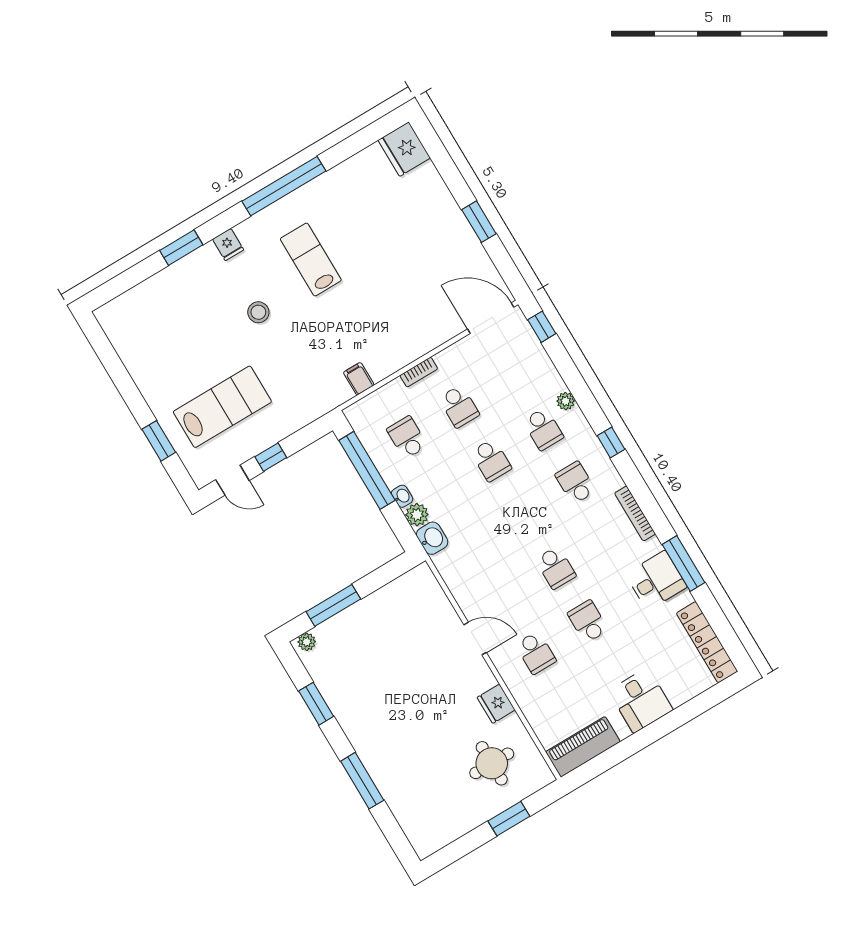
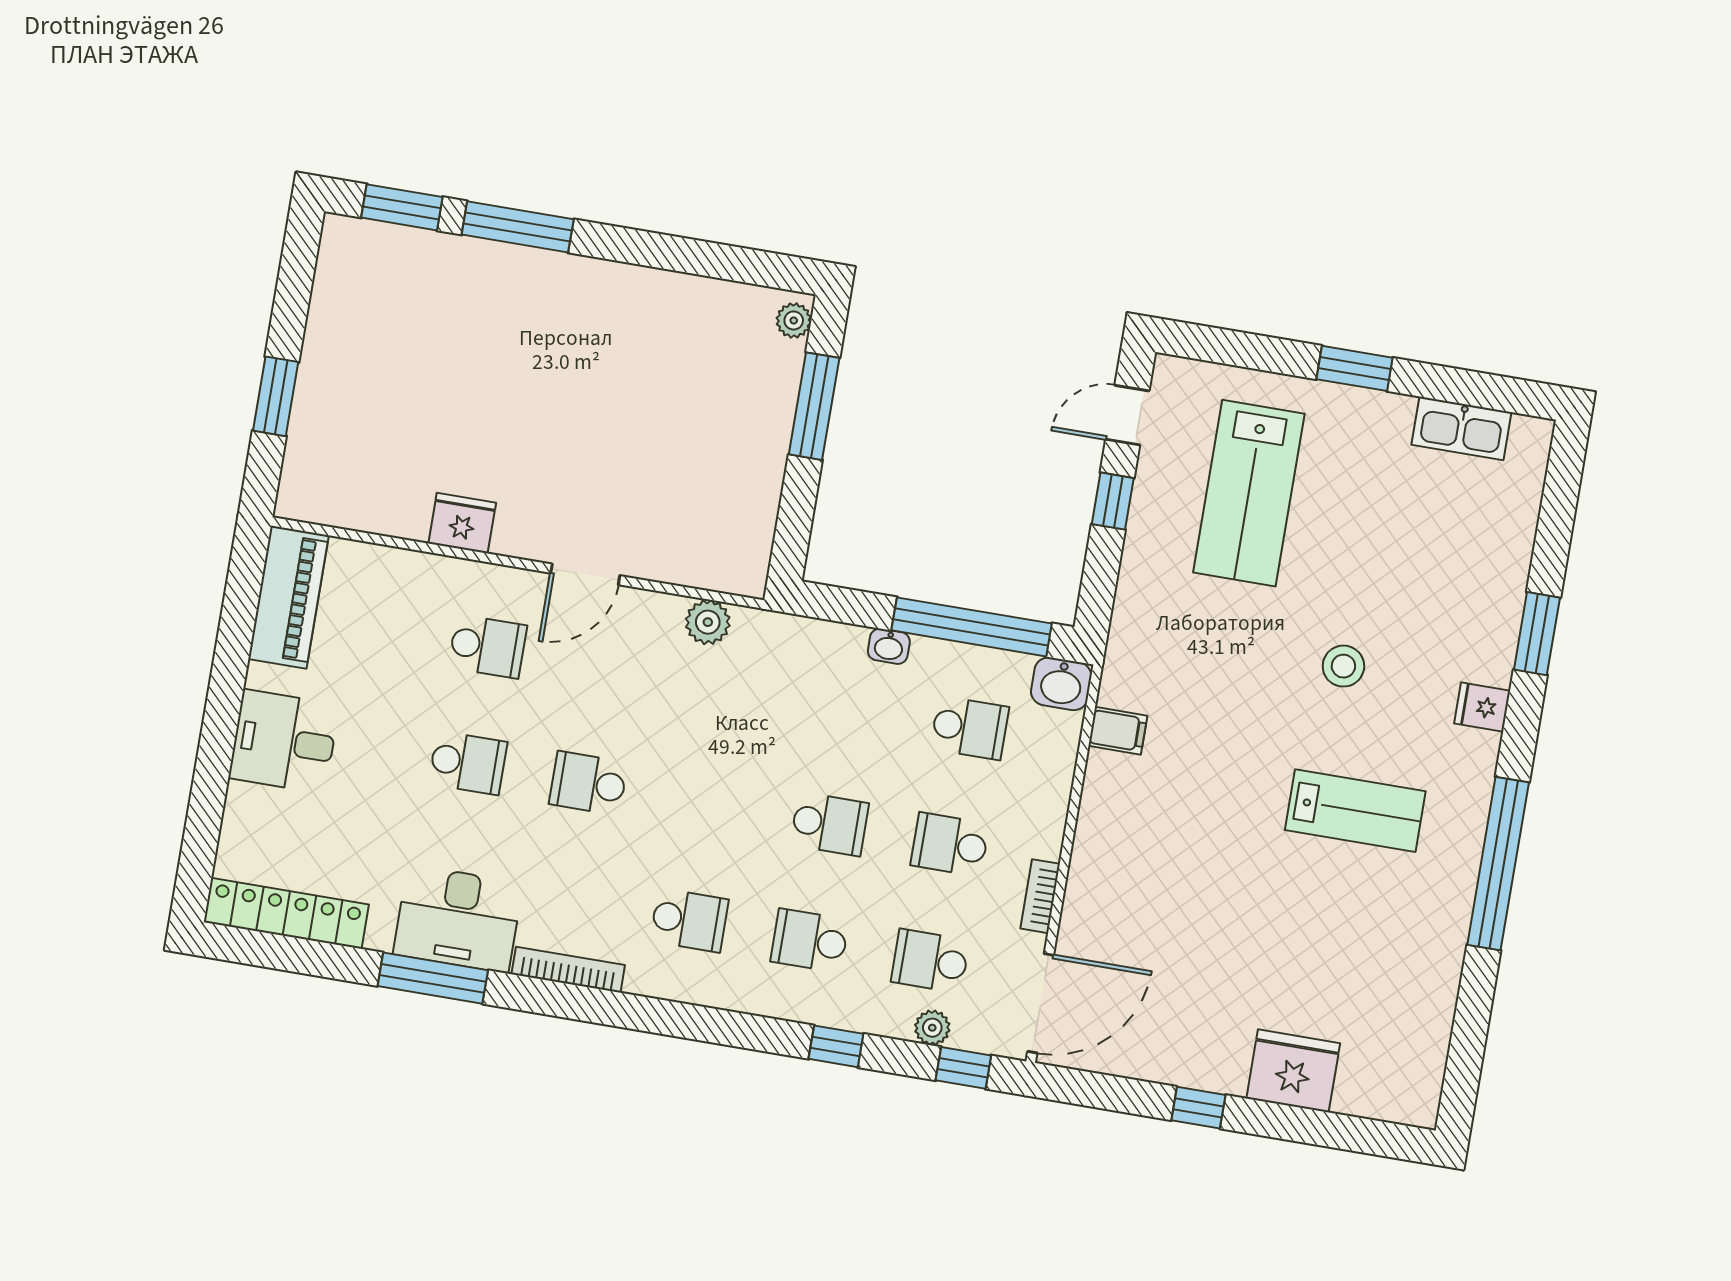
fridge: (404, 149) -> (1293, 1071), moved
window: (479, 222) -> (1198, 1108), width x0.67
kitchen sink: (126, 345) -> (1461, 428), added
bookcase: (419, 372) -> (1040, 896), moved
school desk: (511, 375) -> (930, 961), added
plant: (566, 401) -> (932, 1028), moved
window: (159, 441) -> (1354, 368), moved
window: (611, 442) -> (836, 1046), moved
school desk: (491, 460) -> (829, 824), turned 180
plant: (417, 515) -> (708, 622), moved
washbasin: (432, 538) -> (1061, 684), moved
desk: (656, 580) -> (458, 919), width x1.37
school desk: (536, 653) -> (488, 646), turned 180
window: (316, 704) -> (402, 207), moved
round table: (492, 763) -> (379, 441), removed

